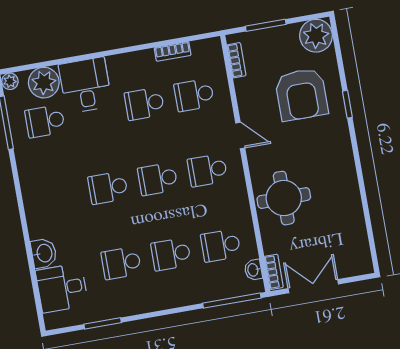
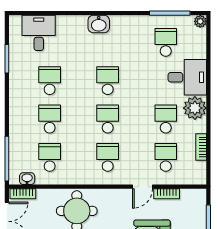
bookcase: (237, 60) -> (167, 194), moved
plant: (44, 83) -> (195, 108), moved
door: (240, 136) -> (143, 187), moved
washbasin: (44, 253) -> (99, 24), moved

